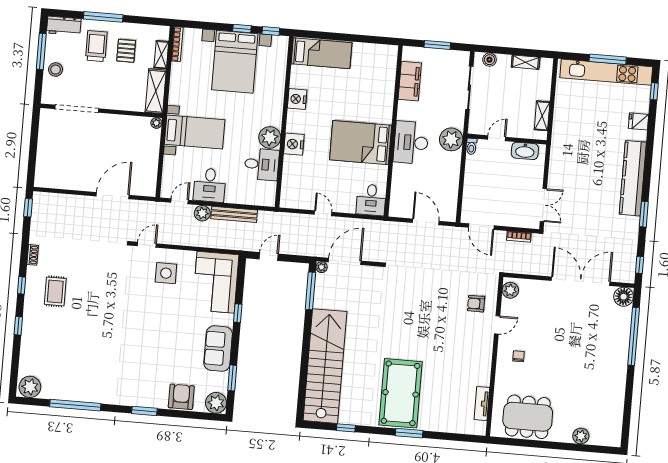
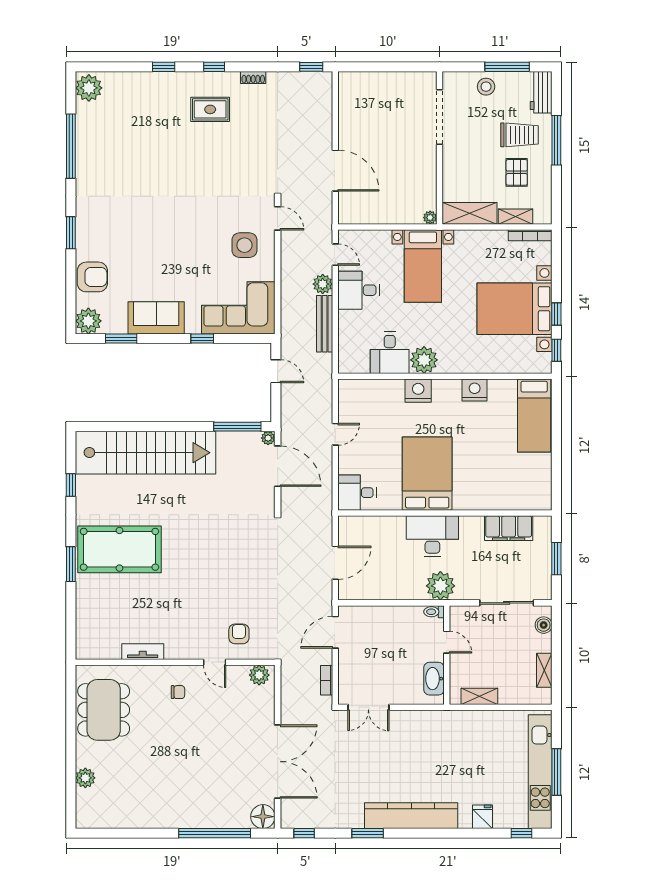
pallet: (126, 51) -> (517, 172), turned 90
tv unit: (482, 404) -> (143, 652), moved

